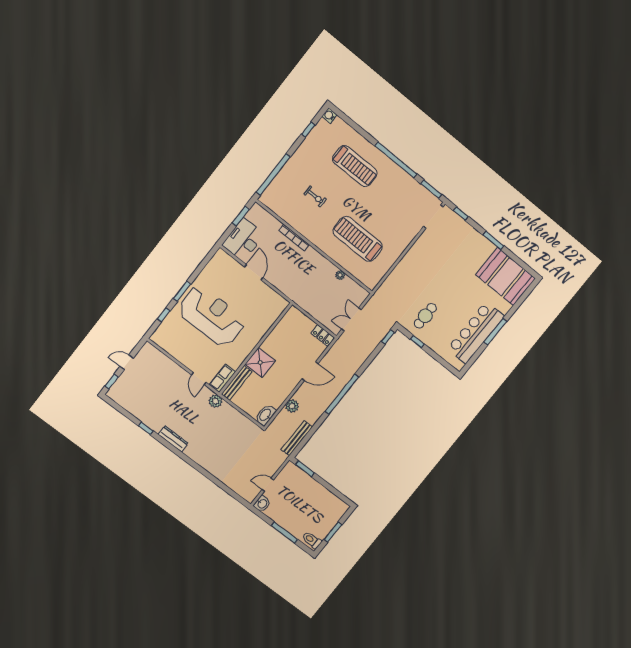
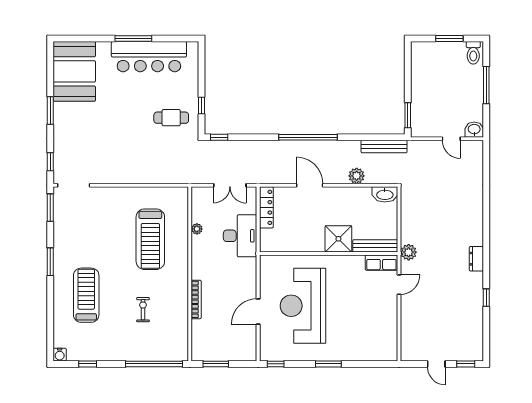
window: (396, 160) -> (50, 262), width x0.47
desk: (243, 240) -> (240, 236), moved, turned -90
window: (164, 315) -> (276, 364), moved
reception desk: (212, 316) -> (303, 306), moved
locker: (323, 335) -> (266, 207), width x1.53
dresser: (173, 439) -> (476, 259), width x0.70

